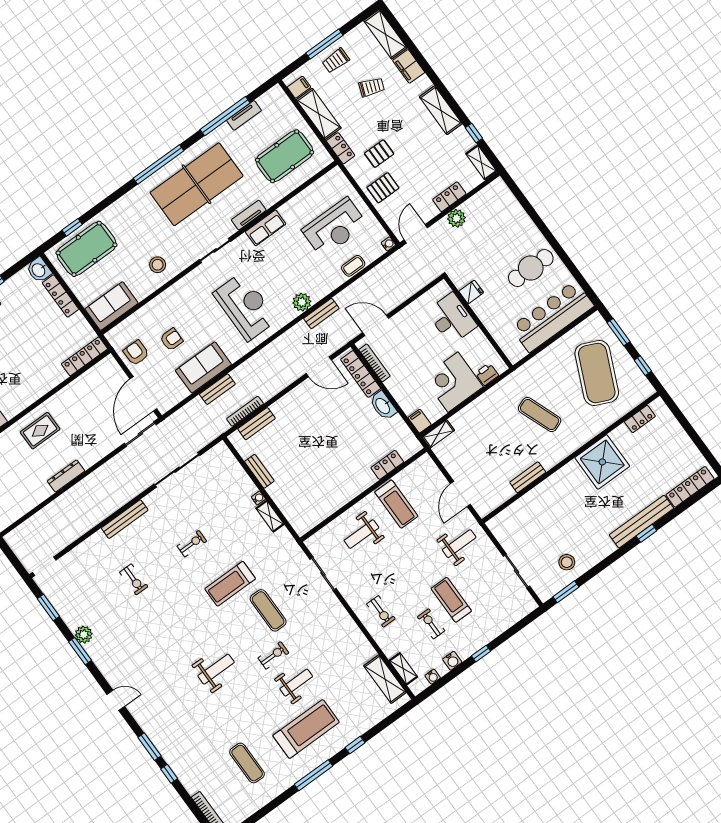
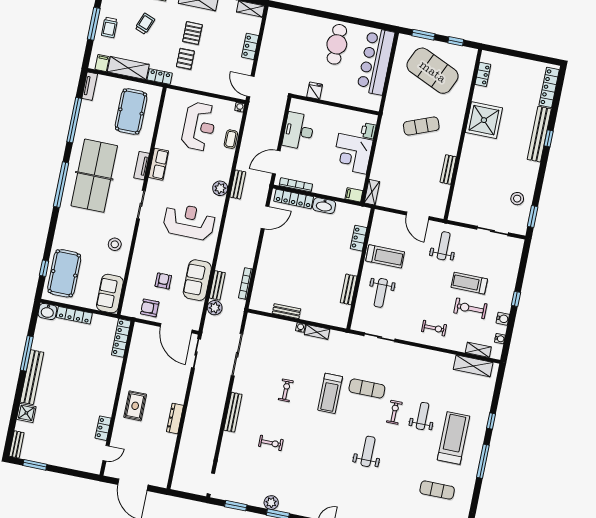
tv unit: (244, 115) -> (90, 86), moved
pallet: (383, 188) -> (192, 33), moved
plant: (457, 218) -> (215, 308), moved
desk: (452, 319) -> (299, 131), moved, turned -90
bench: (257, 424) -> (349, 289), moved
exercise bike: (431, 624) -> (470, 308), width x1.38, depth x1.39

